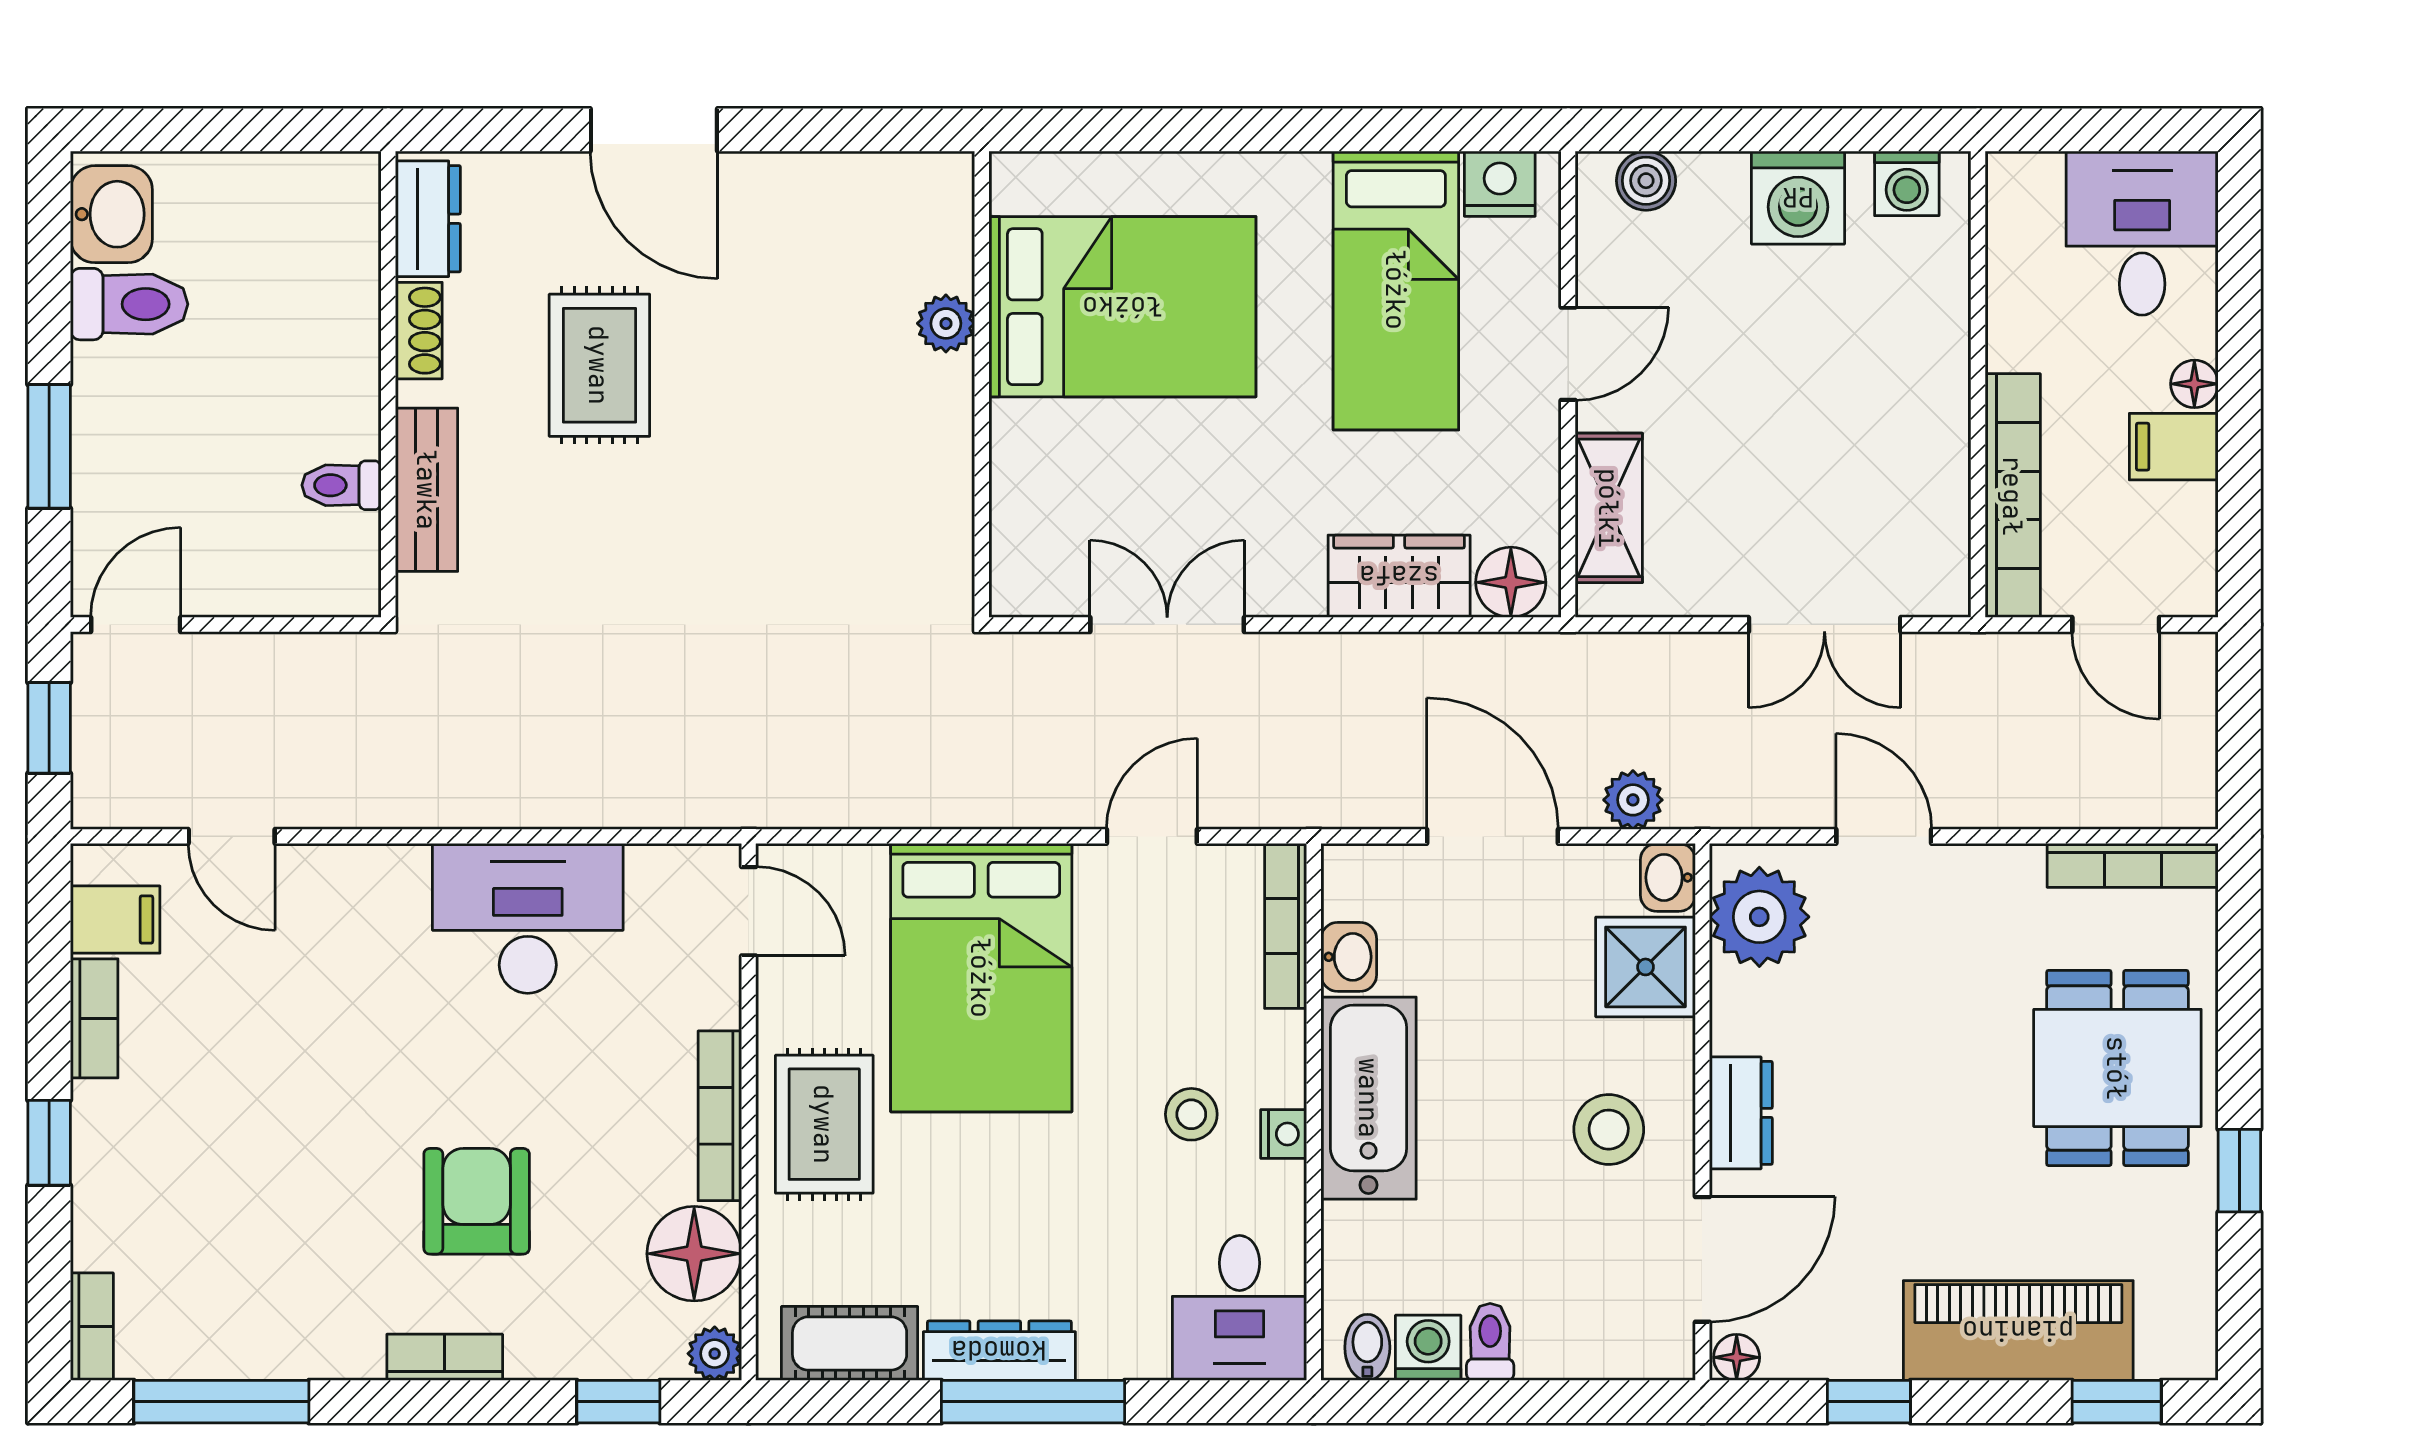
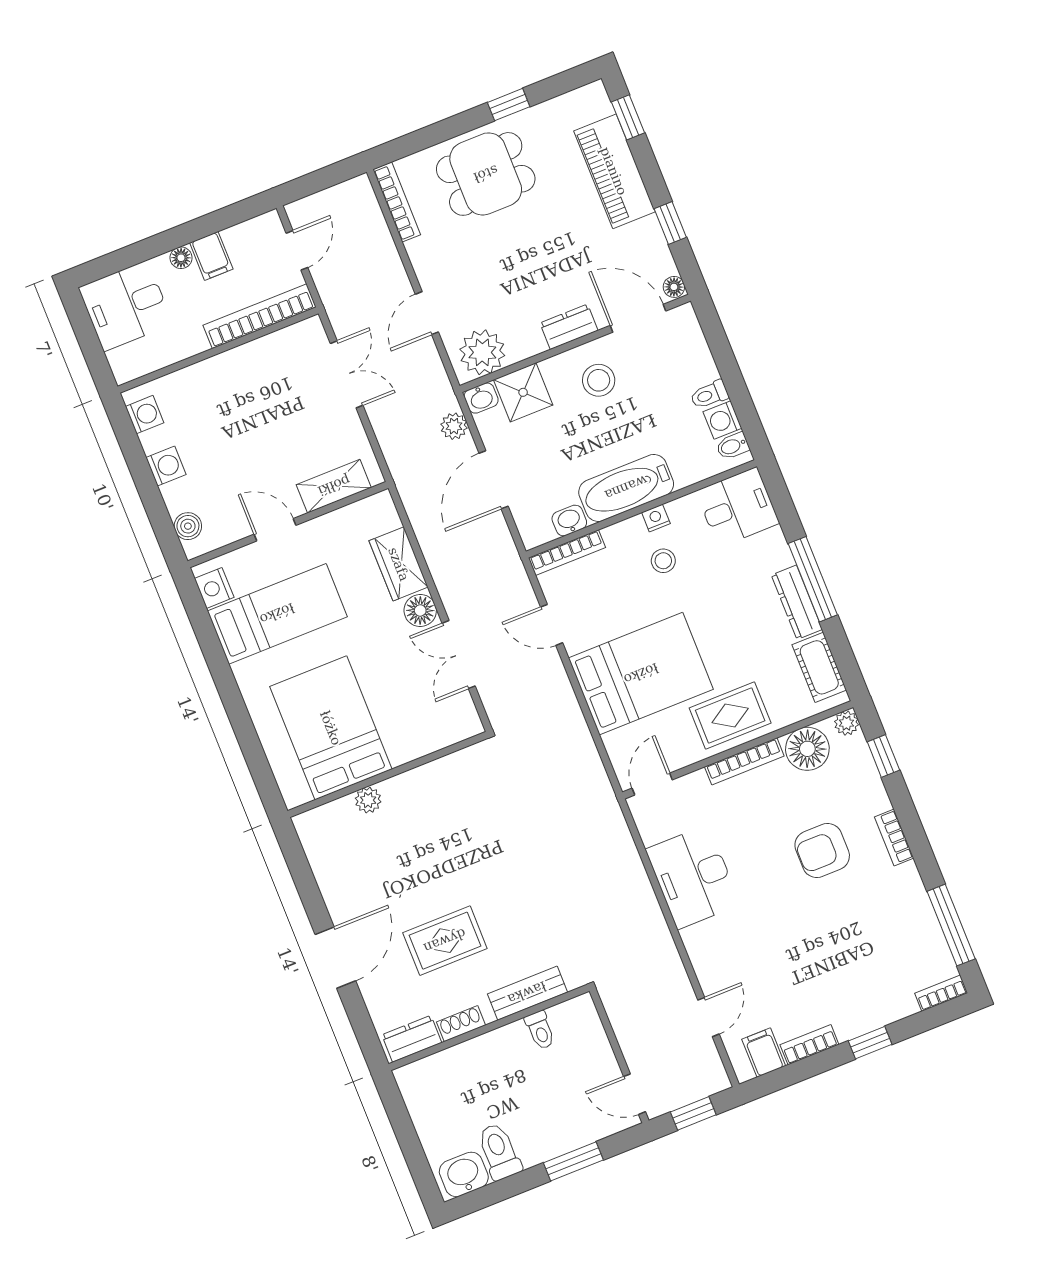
washing machine: (1798, 198) -> (166, 466), width x0.73, depth x0.73
floor lamp: (1511, 582) -> (420, 611), moved

